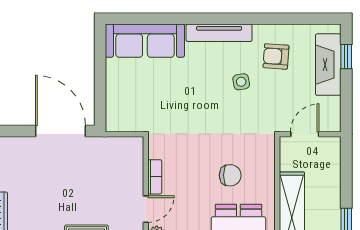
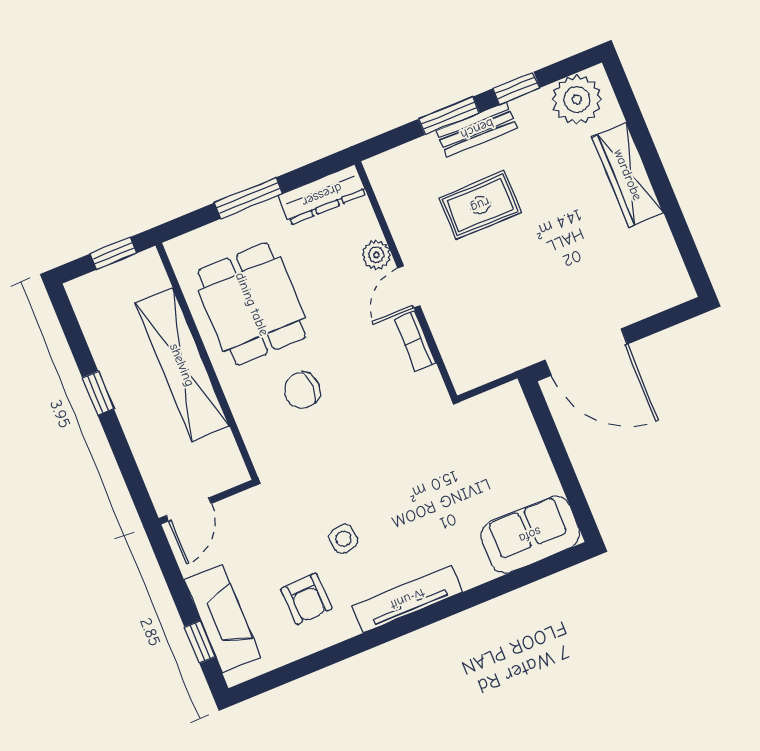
sofa: (145, 41) -> (530, 535), width x0.73
armchair: (276, 56) -> (306, 599), turned 84
door: (305, 134) -> (189, 509), moved

